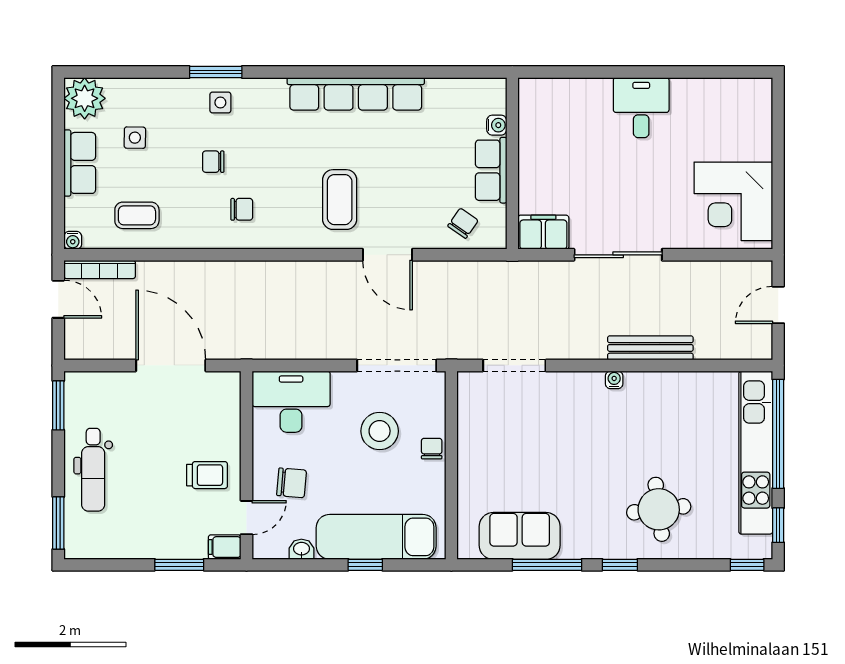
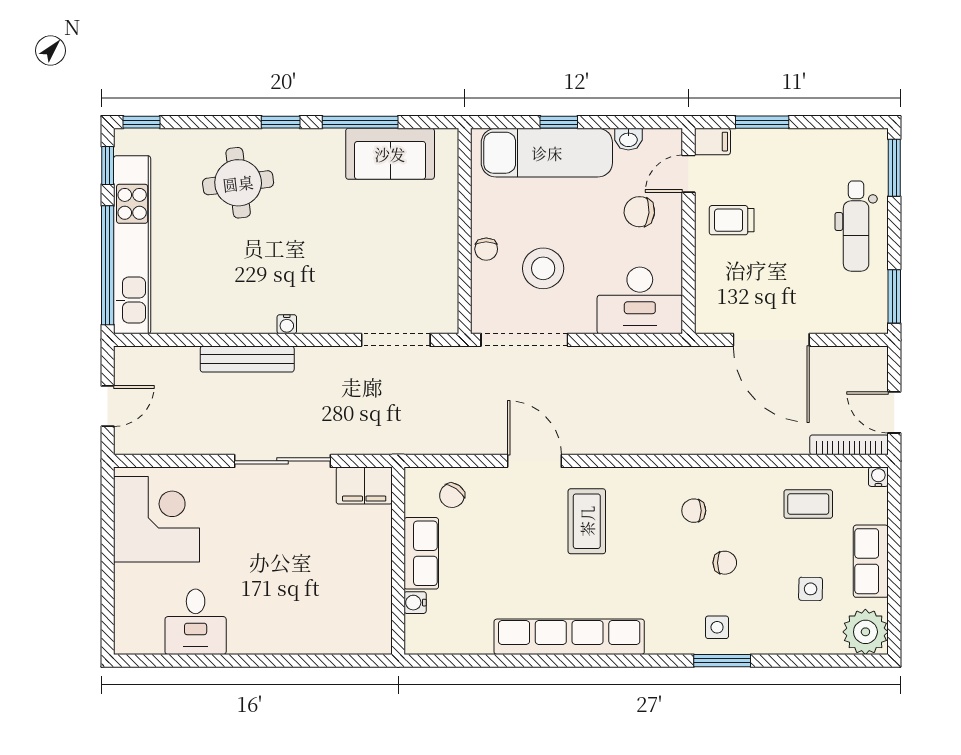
desk: (641, 108) -> (196, 622), moved
dental chair: (93, 470) -> (856, 226), turned 180

